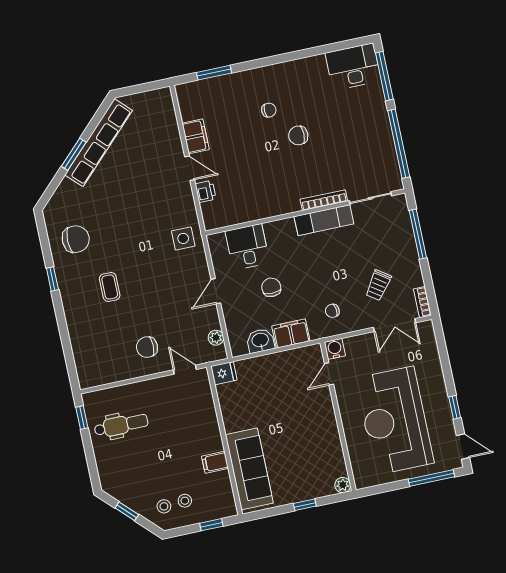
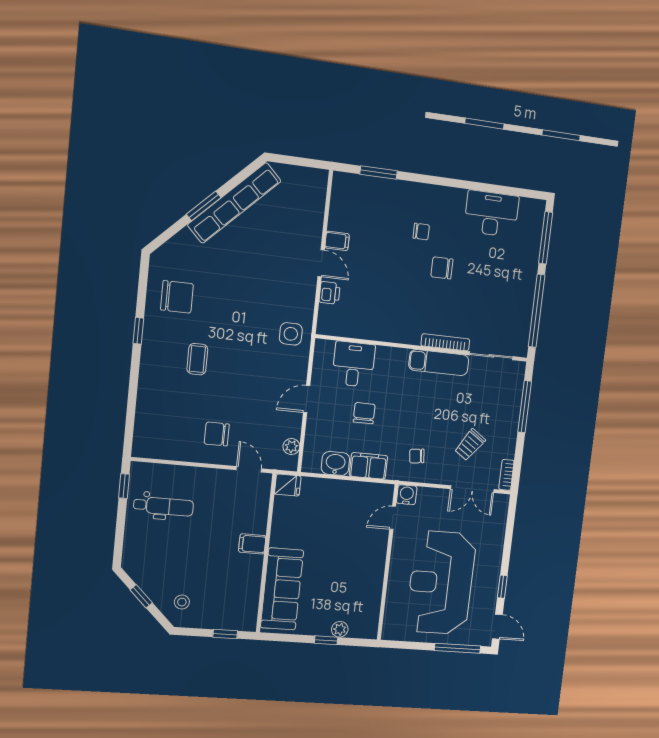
desk: (353, 67) -> (491, 214), moved
filing cabinet: (196, 136) -> (337, 241), width x0.50
filing cabinet: (215, 462) -> (252, 544), moved
plant: (343, 485) -> (340, 629), moved
stool: (185, 501) -> (206, 602), removed

